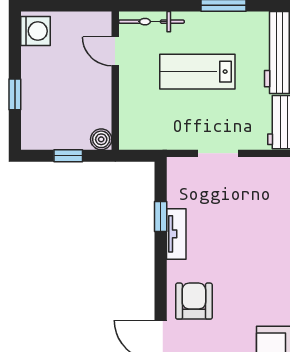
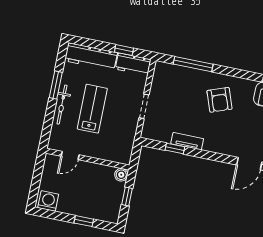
bicycle: (151, 22) -> (62, 105), moved
lab bench: (197, 72) -> (92, 109), turned 180
armchair: (194, 301) -> (220, 100), moved, turned -110

